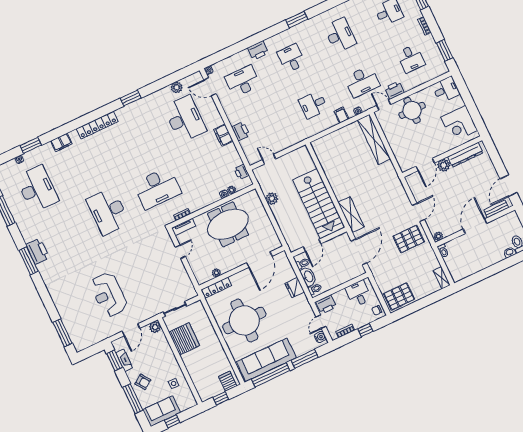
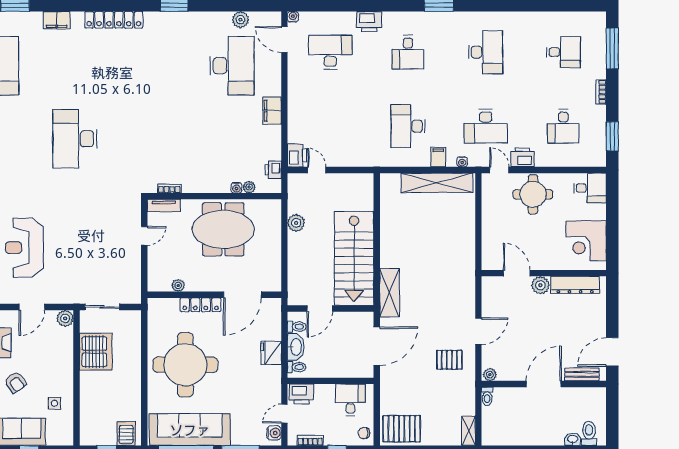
desk: (291, 58) -> (408, 52), turned 180
desk: (313, 105) -> (408, 126), width x1.37
printer: (241, 131) -> (297, 155), moved
shelving: (374, 139) -> (437, 183), moved, turned 90
door: (425, 165) -> (517, 273), swing flipped
desk: (157, 188) -> (153, 139), removed
pallet: (409, 239) -> (449, 360), width x0.67, depth x0.71
locker: (216, 288) -> (201, 305), moved

